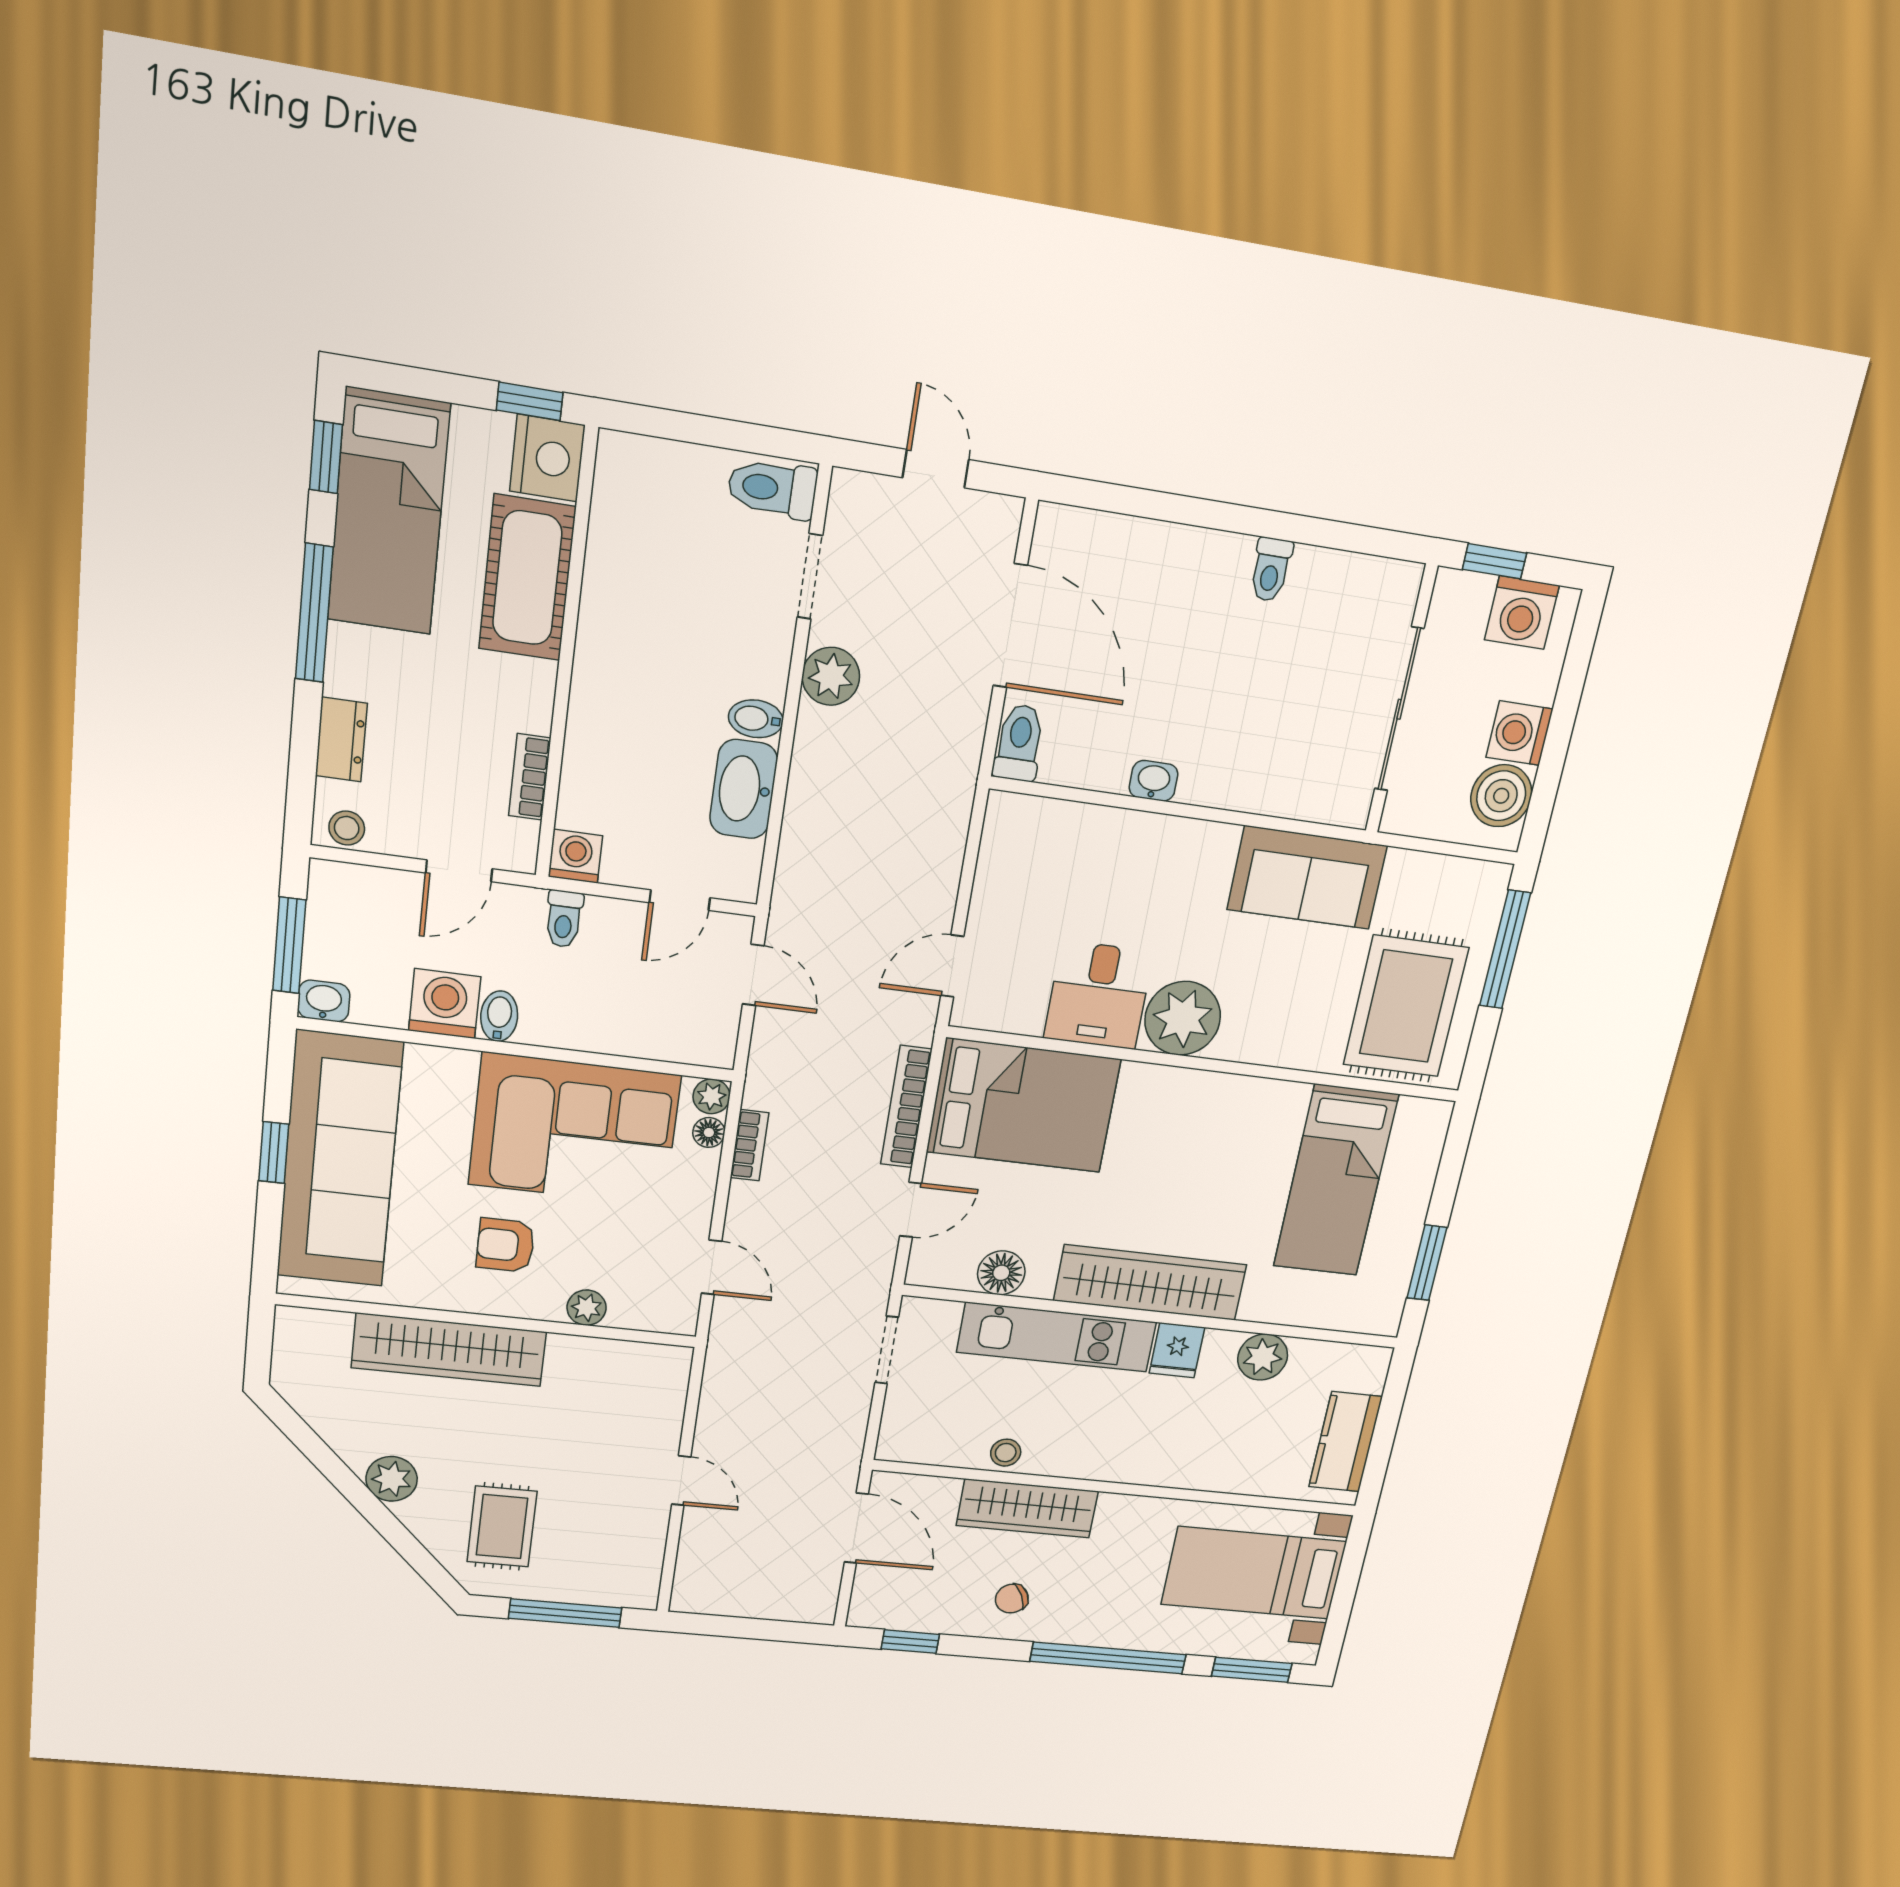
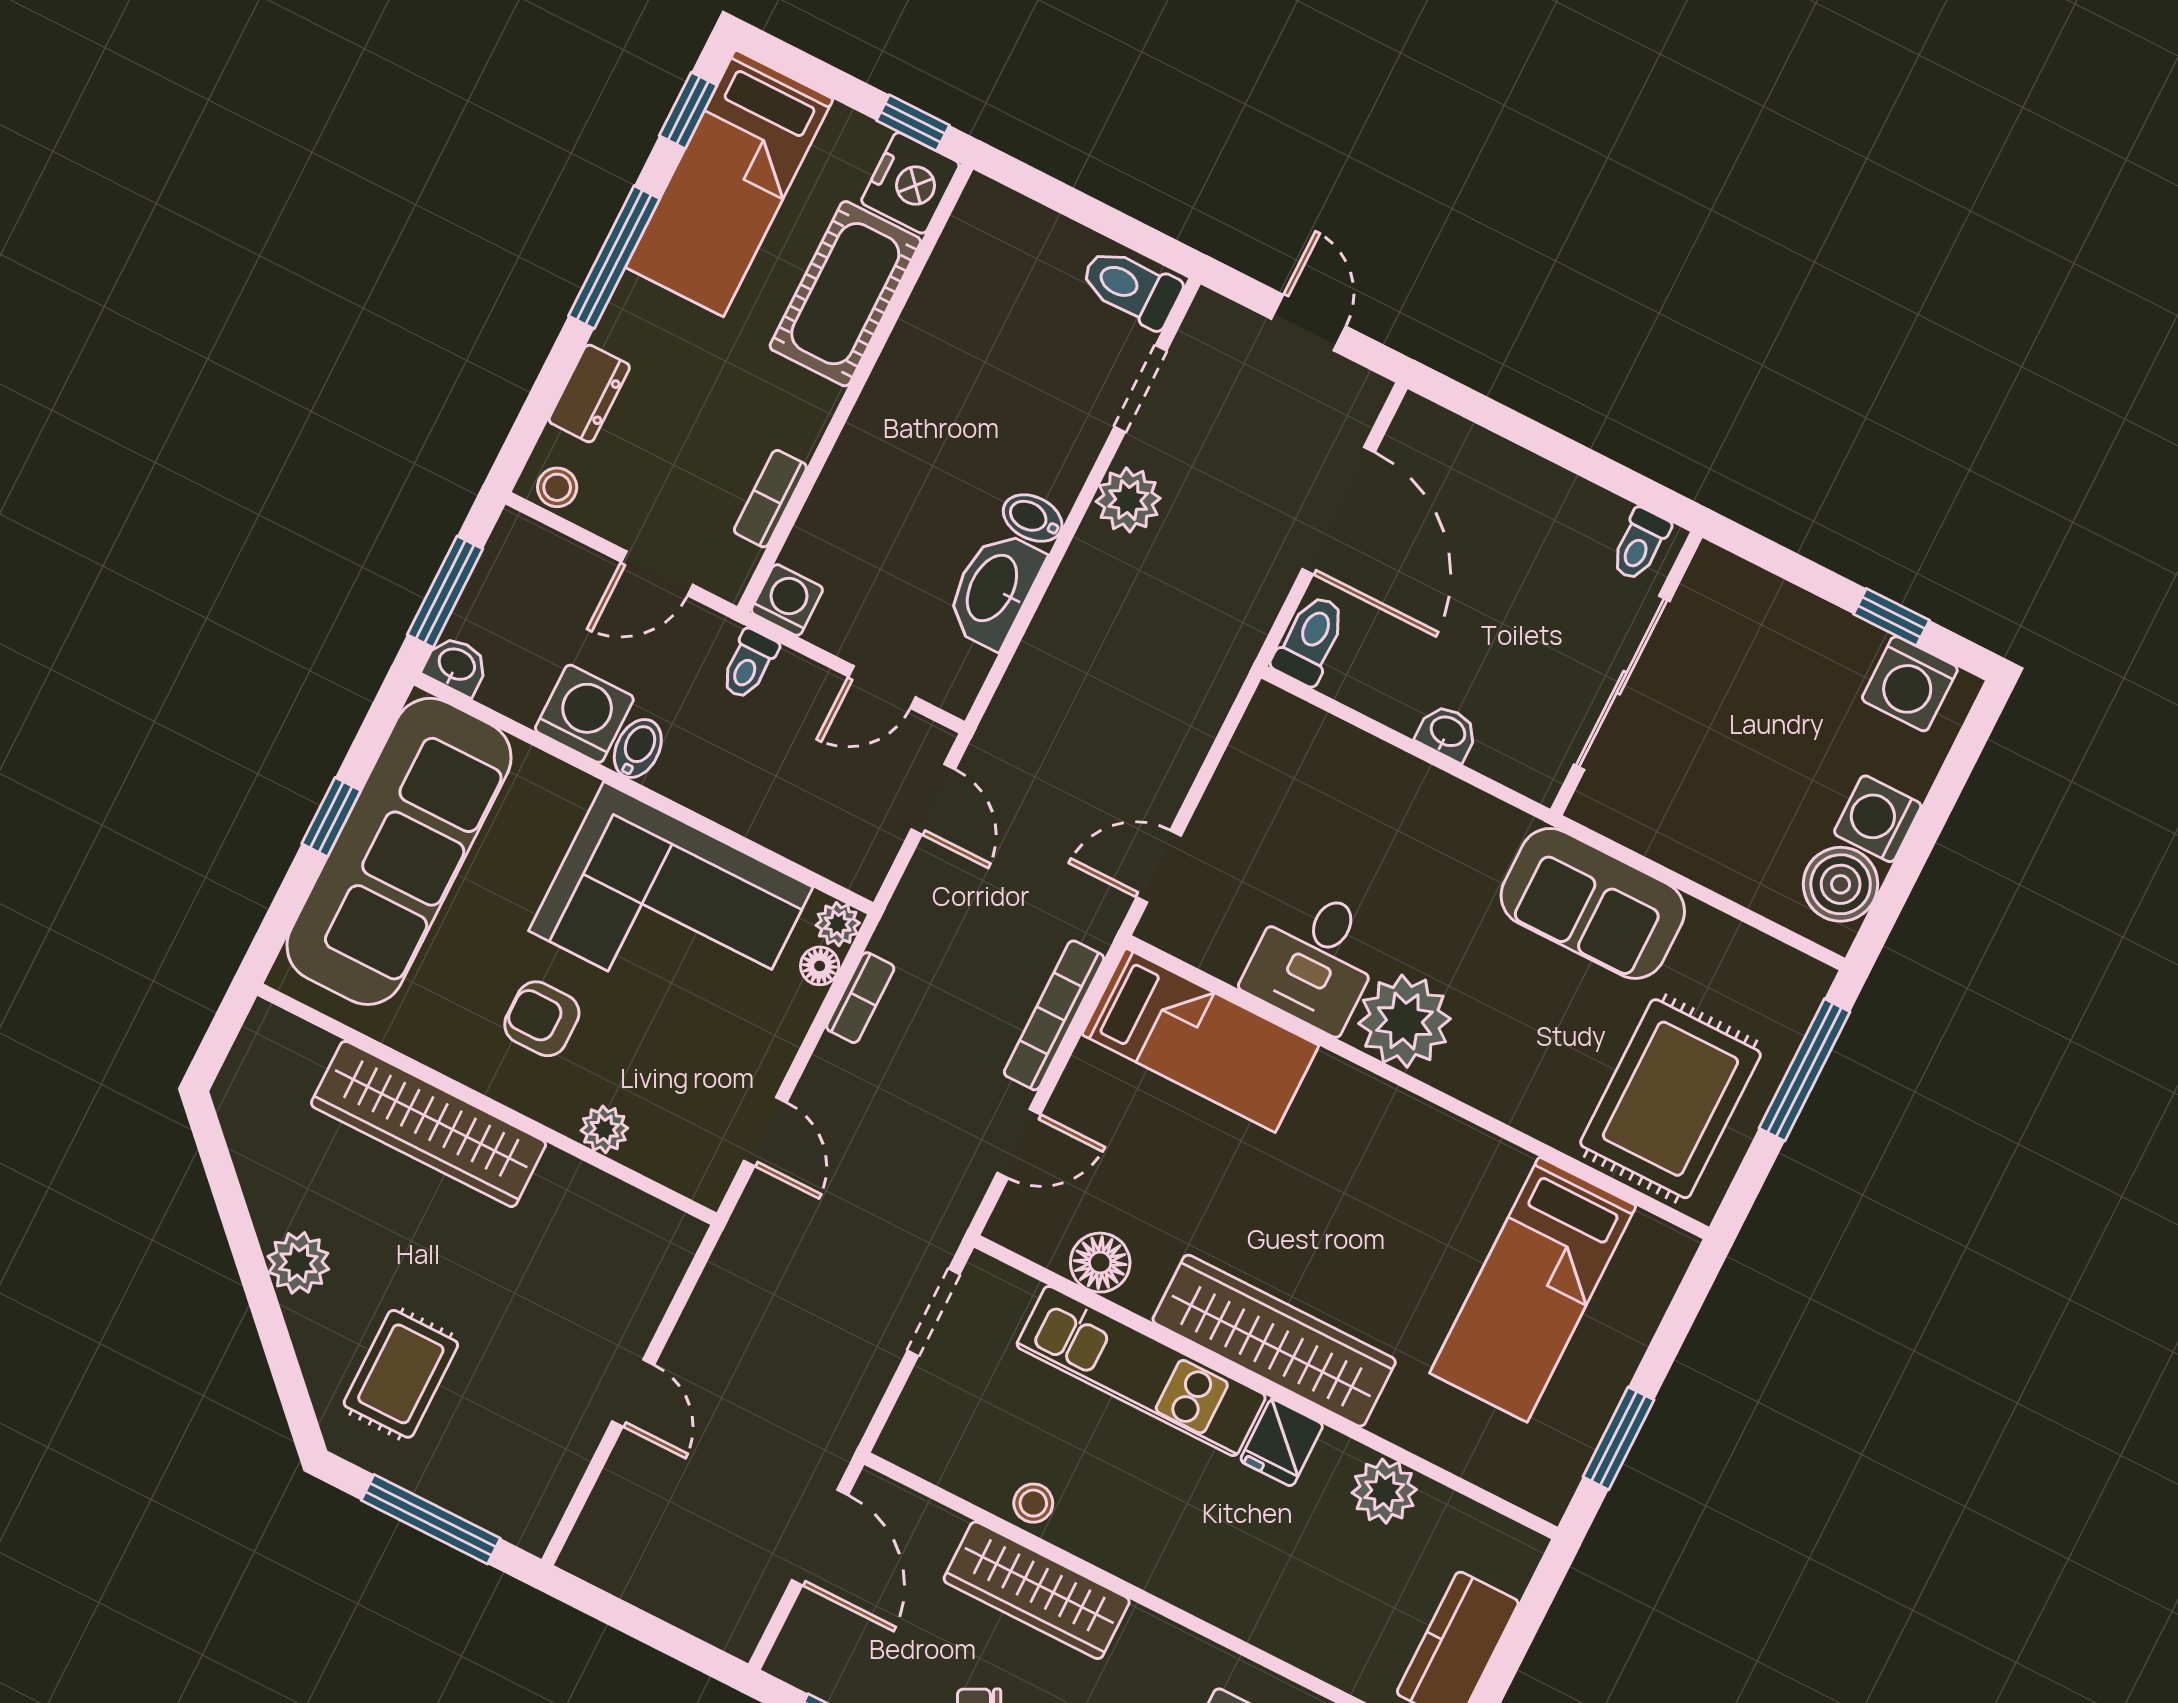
wall: (1401, 700) -> (1626, 673), moved
sliding door: (1399, 709) -> (1622, 683), moved
bed: (1023, 1106) -> (1200, 1040), width x0.67

